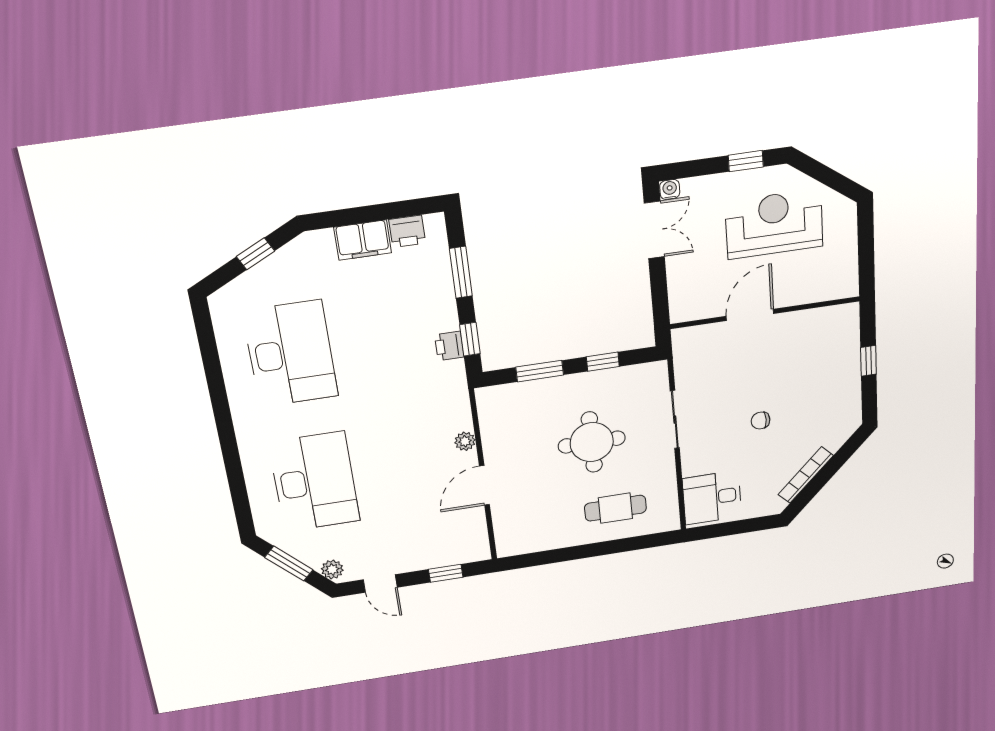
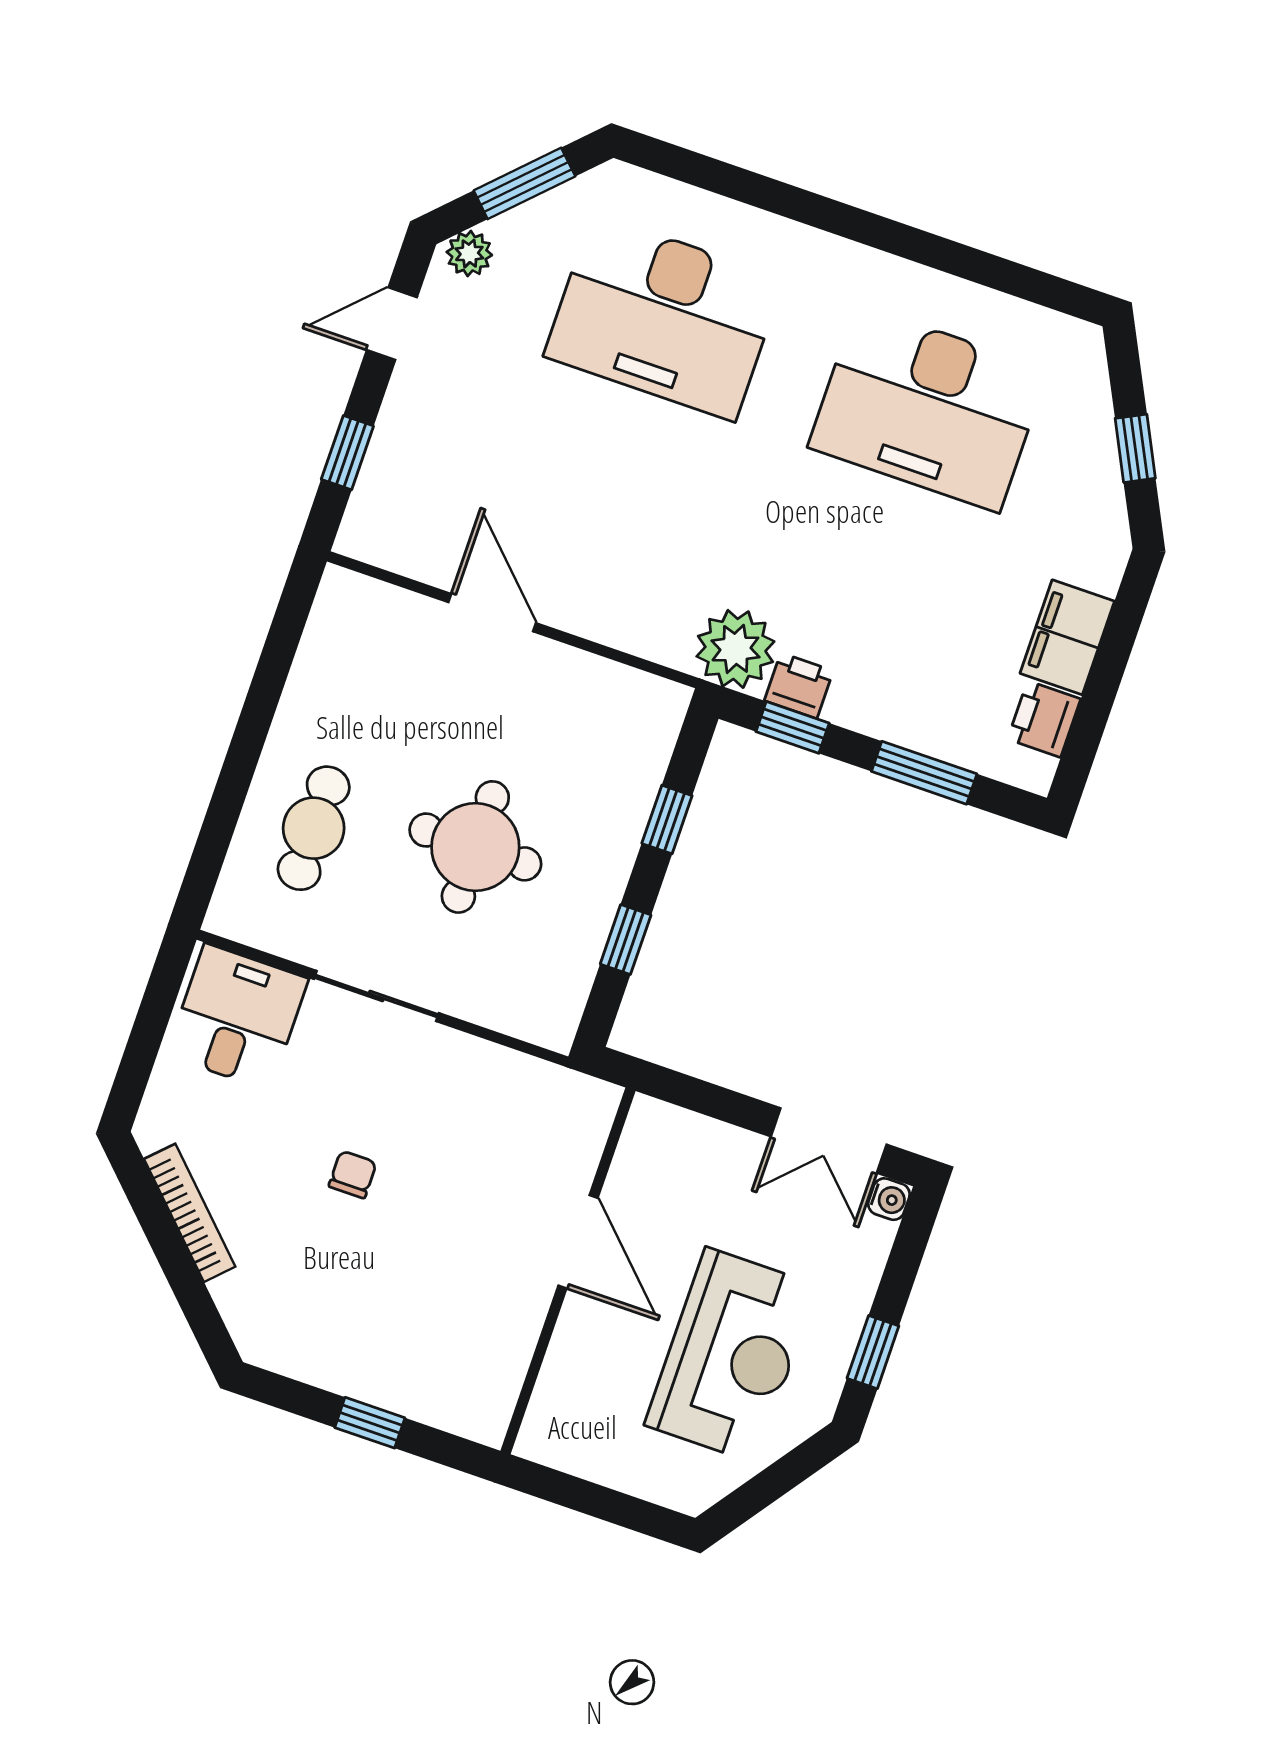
window: (540, 371) -> (667, 820), width x0.67
sliding door: (675, 420) -> (376, 996), moved
plant: (465, 441) -> (735, 649), moved, width x1.87, depth x1.87

